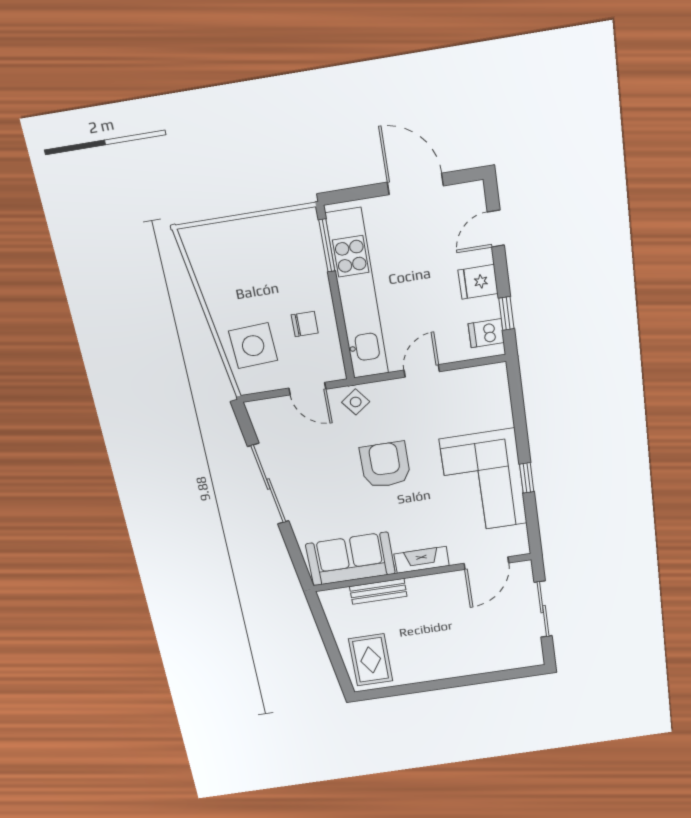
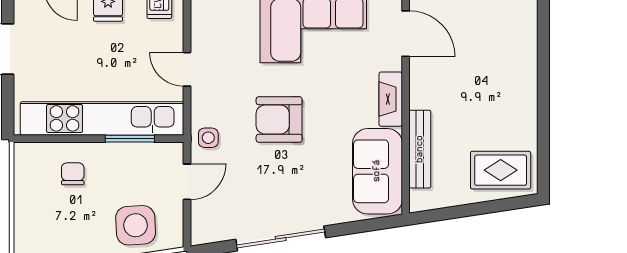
window: (327, 245) -> (130, 139), moved
chair: (305, 324) -> (73, 174), moved
side table: (356, 402) -> (208, 138), turned 37
bench: (378, 591) -> (420, 149), width x1.36

